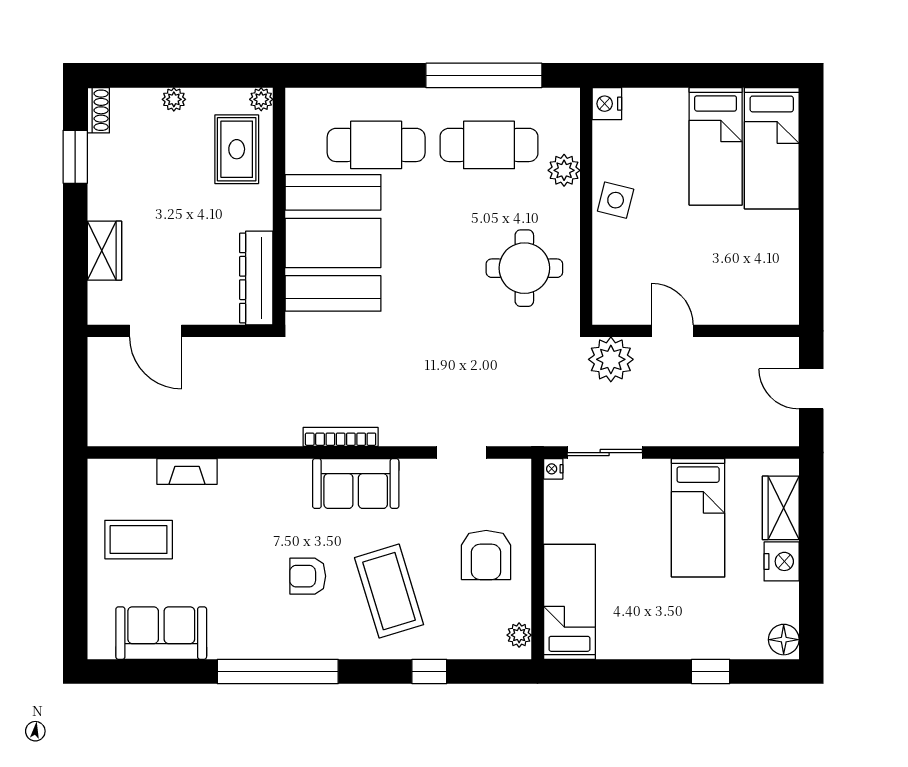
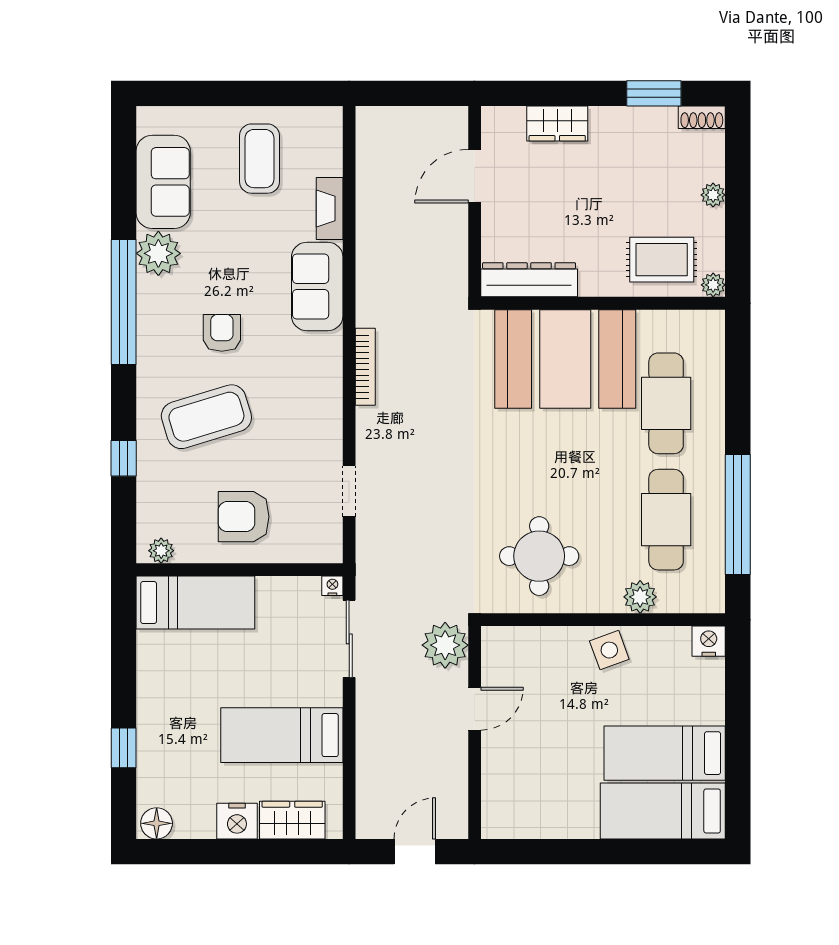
side table: (616, 200) -> (609, 650), turned -34
sofa: (356, 484) -> (317, 286), moved
plant: (231, 638) -> (158, 253), added

